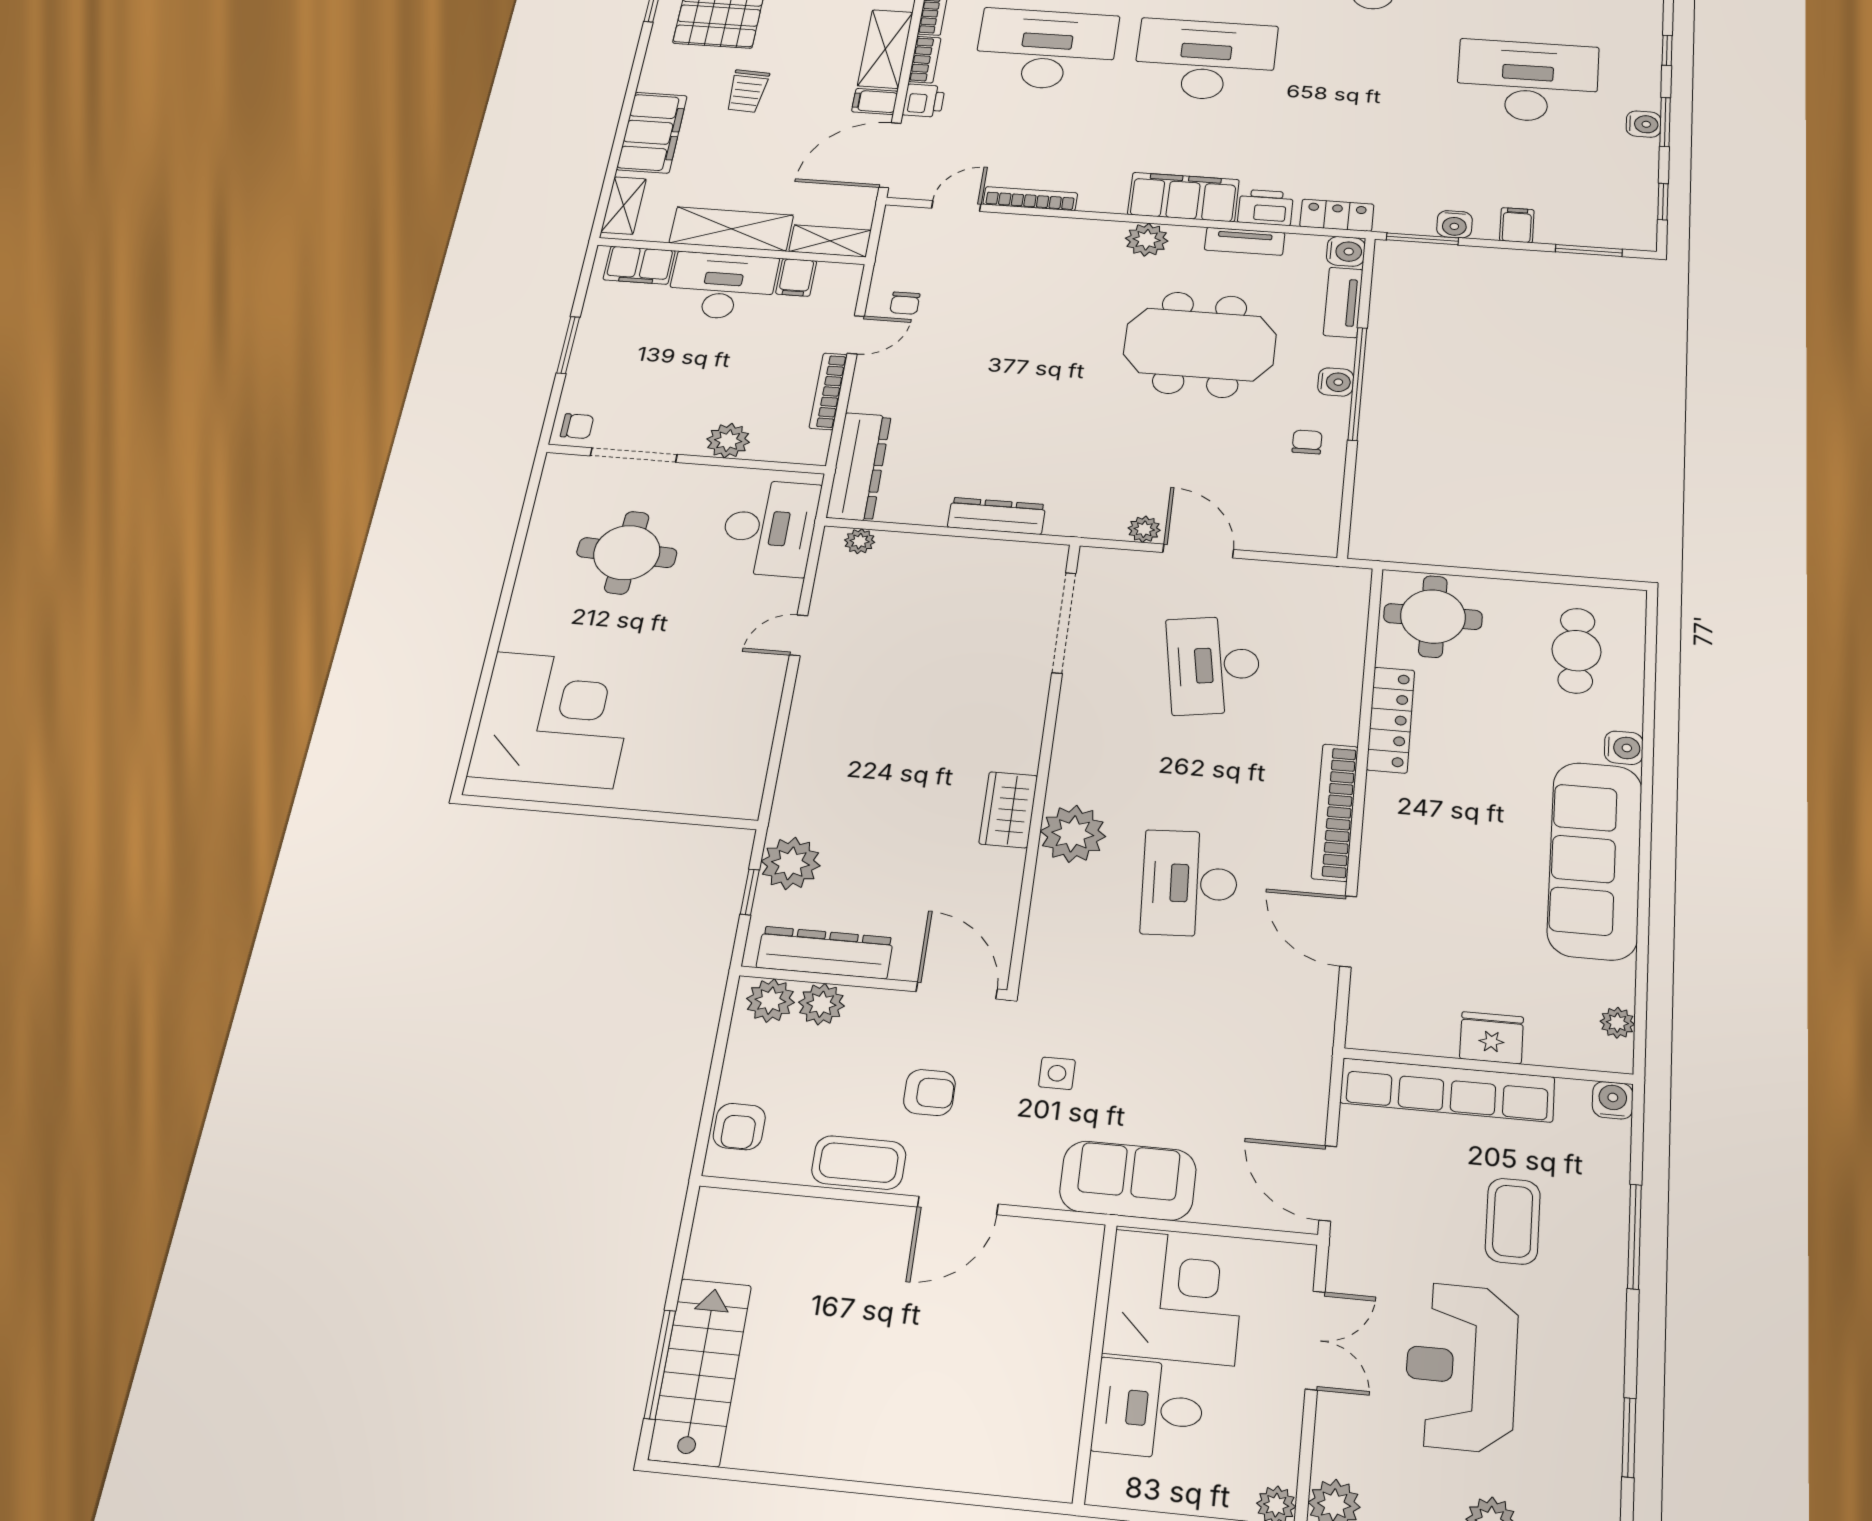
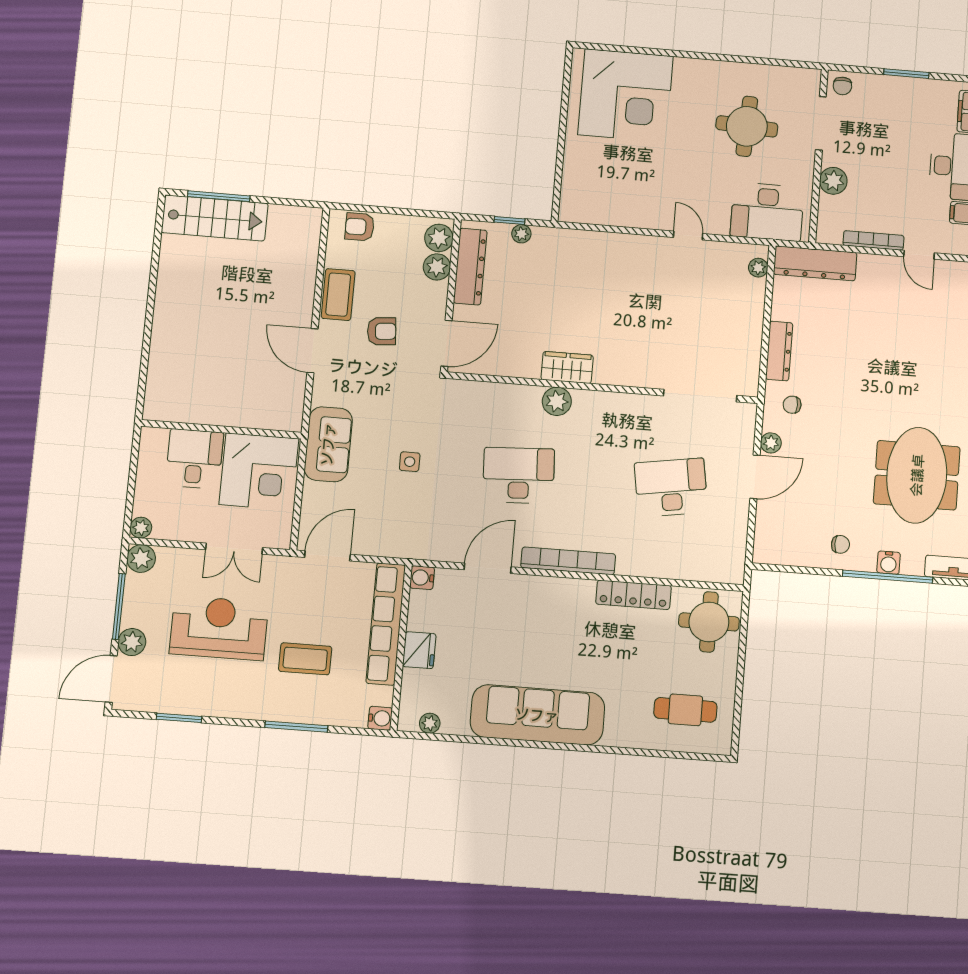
chair: (905, 303) -> (792, 405), moved
water cooler: (1624, 748) -> (422, 578), moved, turned 90
plant: (1073, 834) -> (557, 401), width x0.73, depth x0.73
plant: (790, 863) -> (521, 234), width x0.53, depth x0.53
side table: (1057, 1073) -> (410, 462), moved
armchair: (929, 1092) -> (382, 331), turned -95

